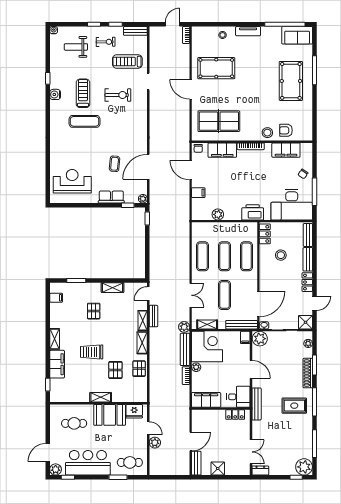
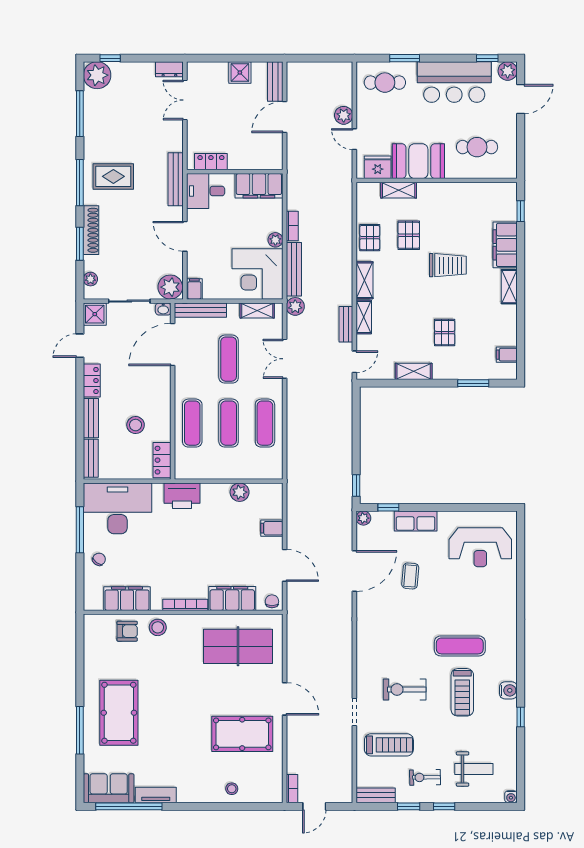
tv unit: (248, 31) -> (156, 795), moved
shelving: (101, 397) -> (399, 190), moved

